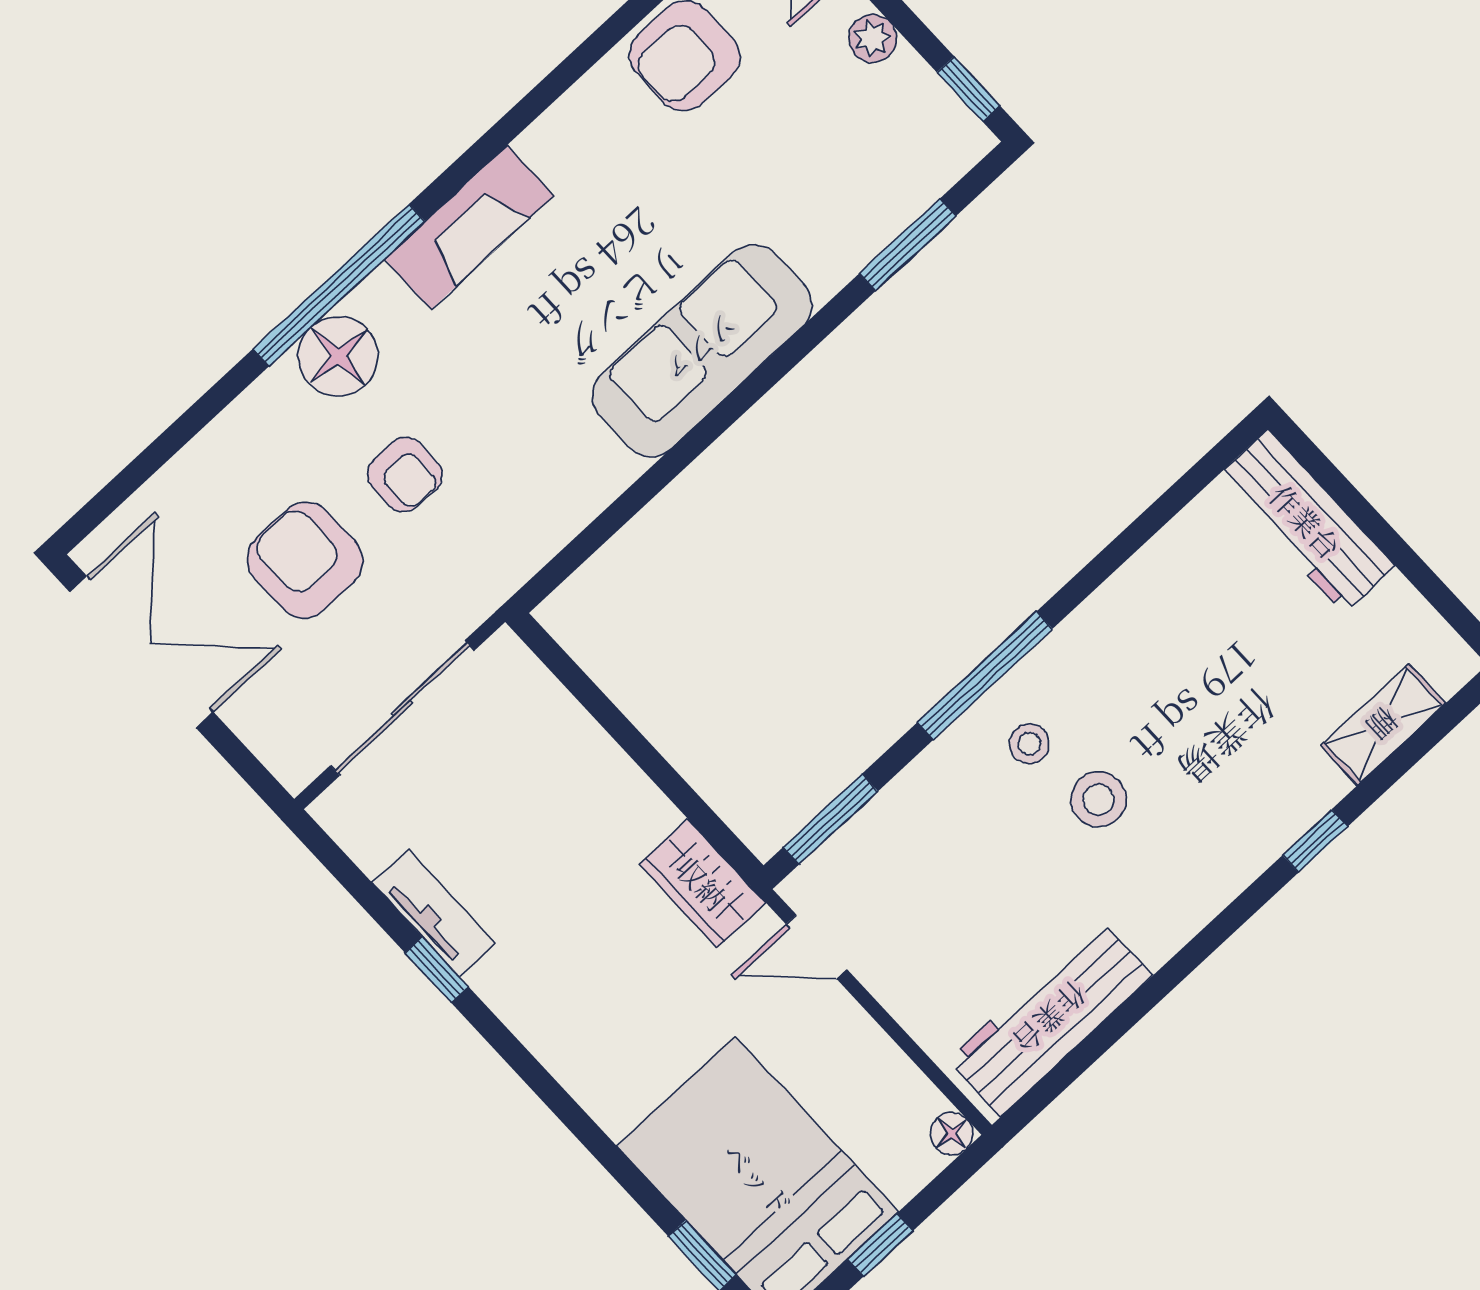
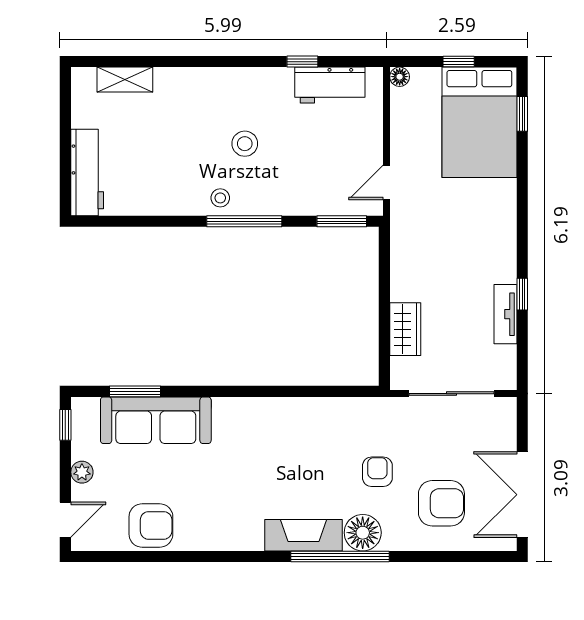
fireplace: (469, 227) -> (304, 535), moved
sofa: (702, 350) -> (156, 420), moved
armchair: (305, 560) -> (441, 503), moved, turned -90
stool: (1029, 744) -> (220, 198), moved
window: (1315, 841) -> (302, 62), moved
wardrobe: (702, 883) -> (405, 329), moved
door: (817, 947) -> (387, 182), swing flipped
workbench: (1050, 1018) -> (330, 85), width x0.73

